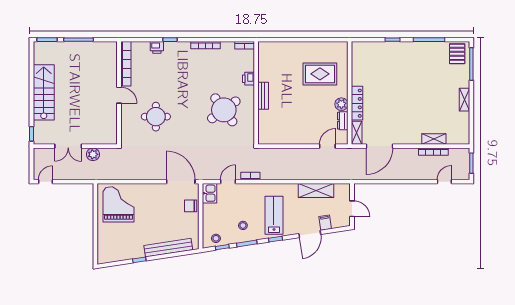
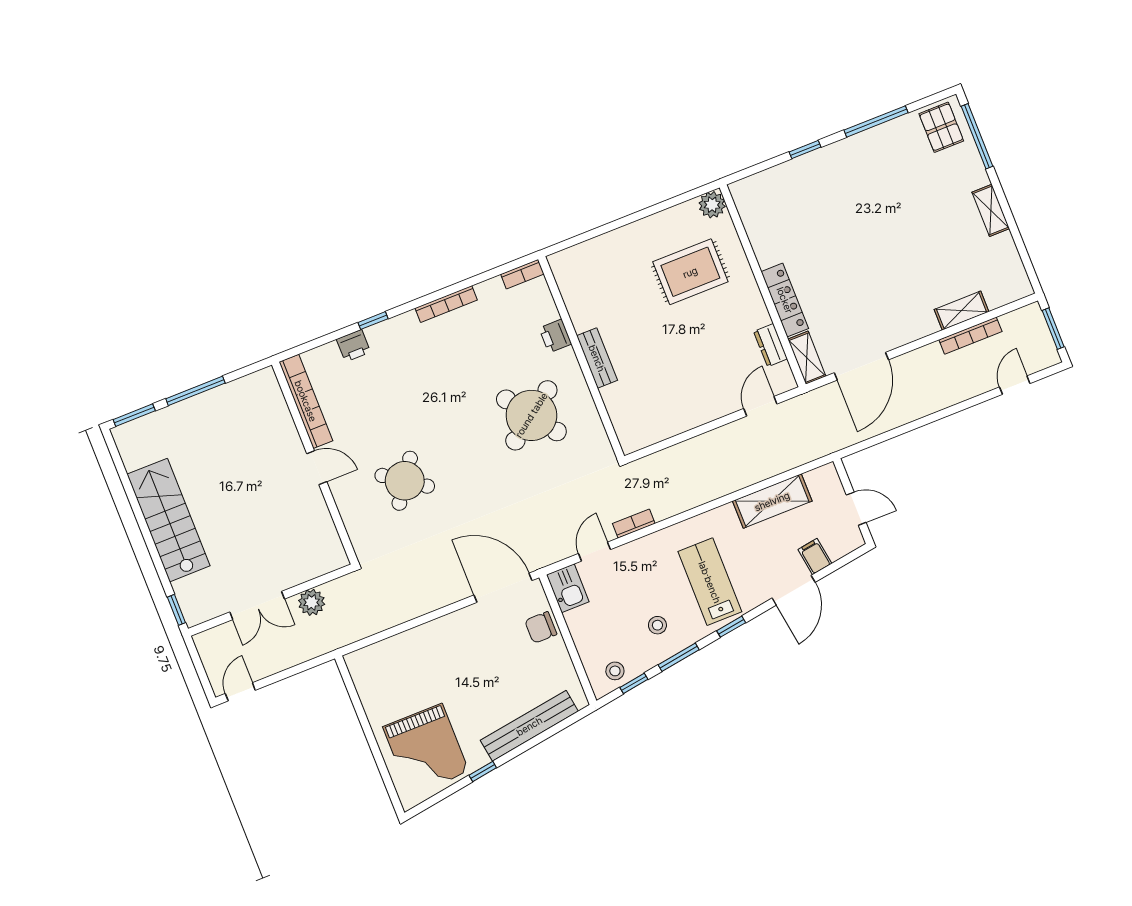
plant: (341, 104) -> (712, 205), moved
round table: (156, 117) -> (405, 481), turned 35
grand piano: (118, 204) -> (426, 749), moved, turned 180

